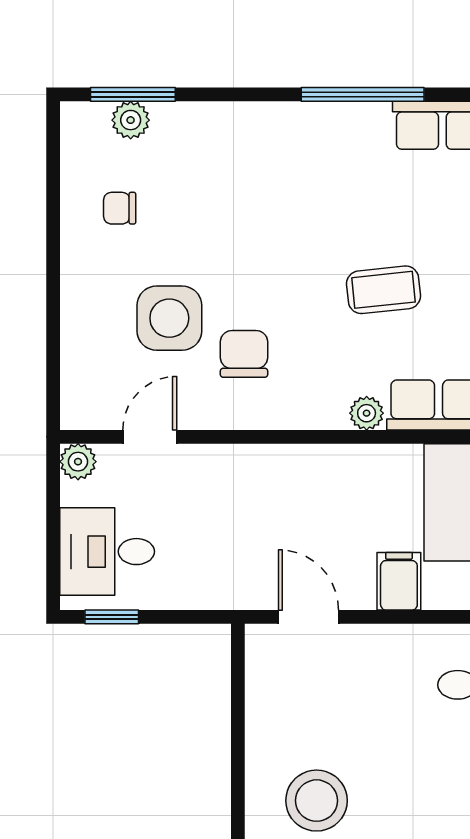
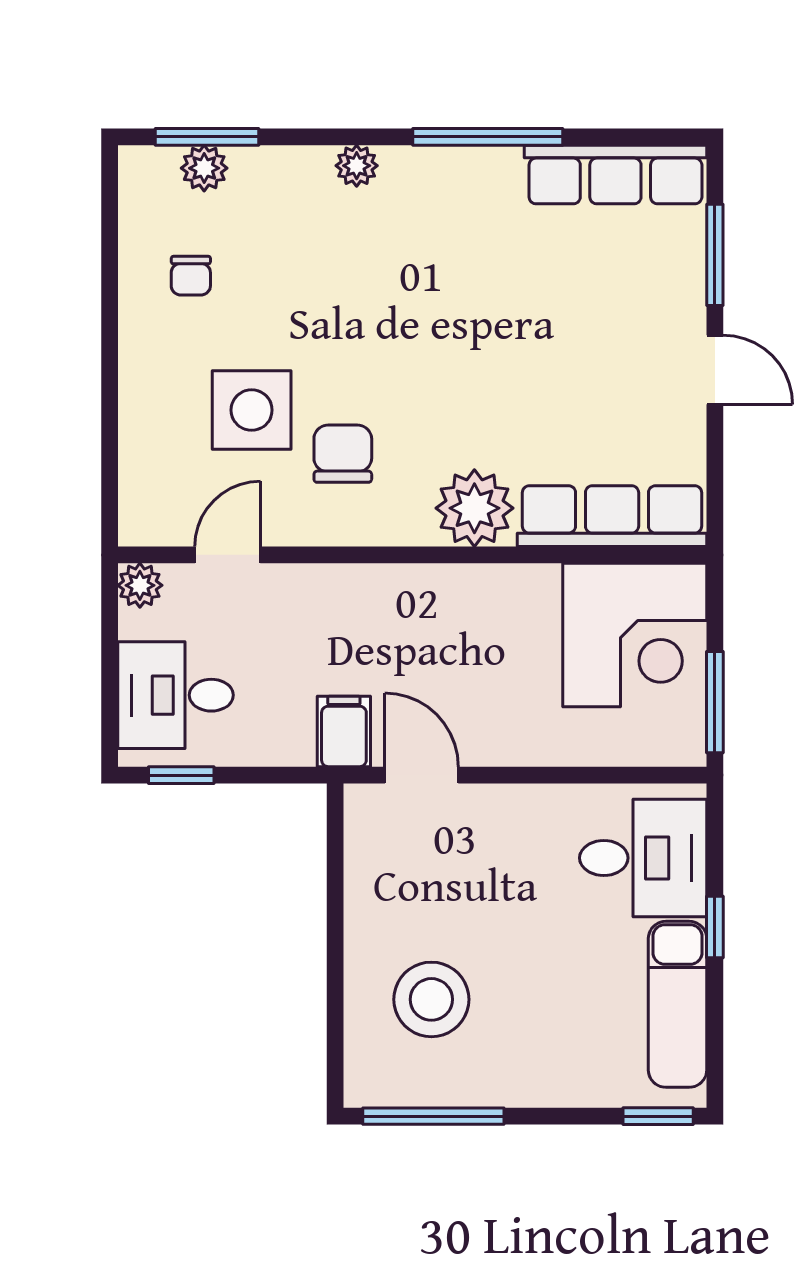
plant: (255, 118) -> (357, 166), added
chair: (120, 208) -> (191, 276), turned -90
coffee table: (383, 290) -> (513, 375), removed
plant: (367, 413) -> (474, 508), width x1.88, depth x1.88
filing cabinet: (399, 581) -> (344, 732), moved

